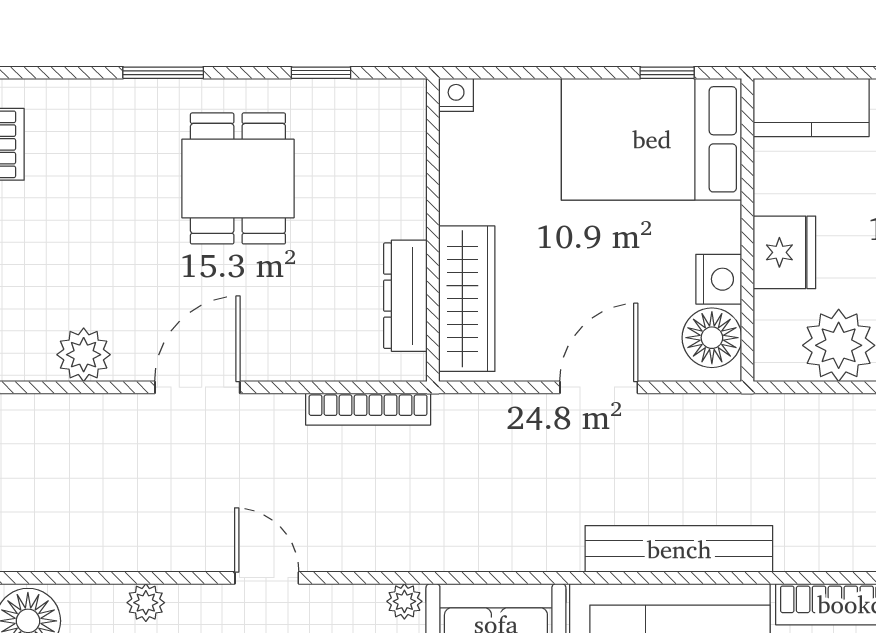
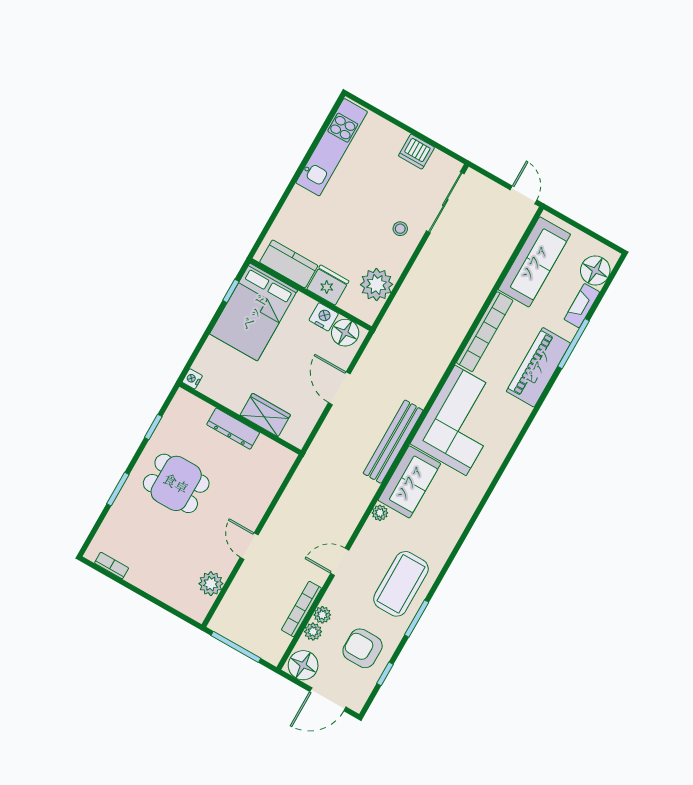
kitchen counter: (811, 108) -> (289, 264), moved, turned -90
dresser: (405, 296) -> (233, 429), moved
wardrobe: (467, 299) -> (265, 415), width x0.67
door: (197, 387) -> (249, 546), width x0.73
bookcase: (368, 409) -> (301, 609), moved, turned 180
bench: (679, 549) -> (393, 442), moved
plant: (103, 603) -> (313, 632), added

